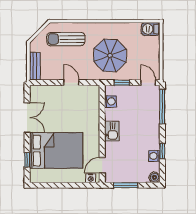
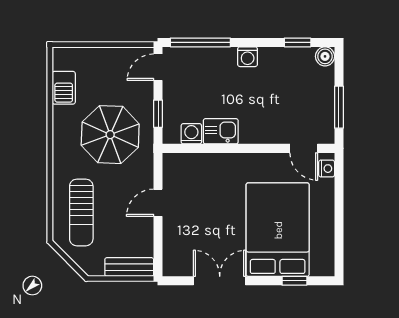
barbecue: (151, 29) -> (64, 88), moved
kitchen sink: (112, 131) -> (221, 131), moved
window: (162, 151) -> (298, 42), moved
washing machine: (154, 156) -> (248, 57), moved

